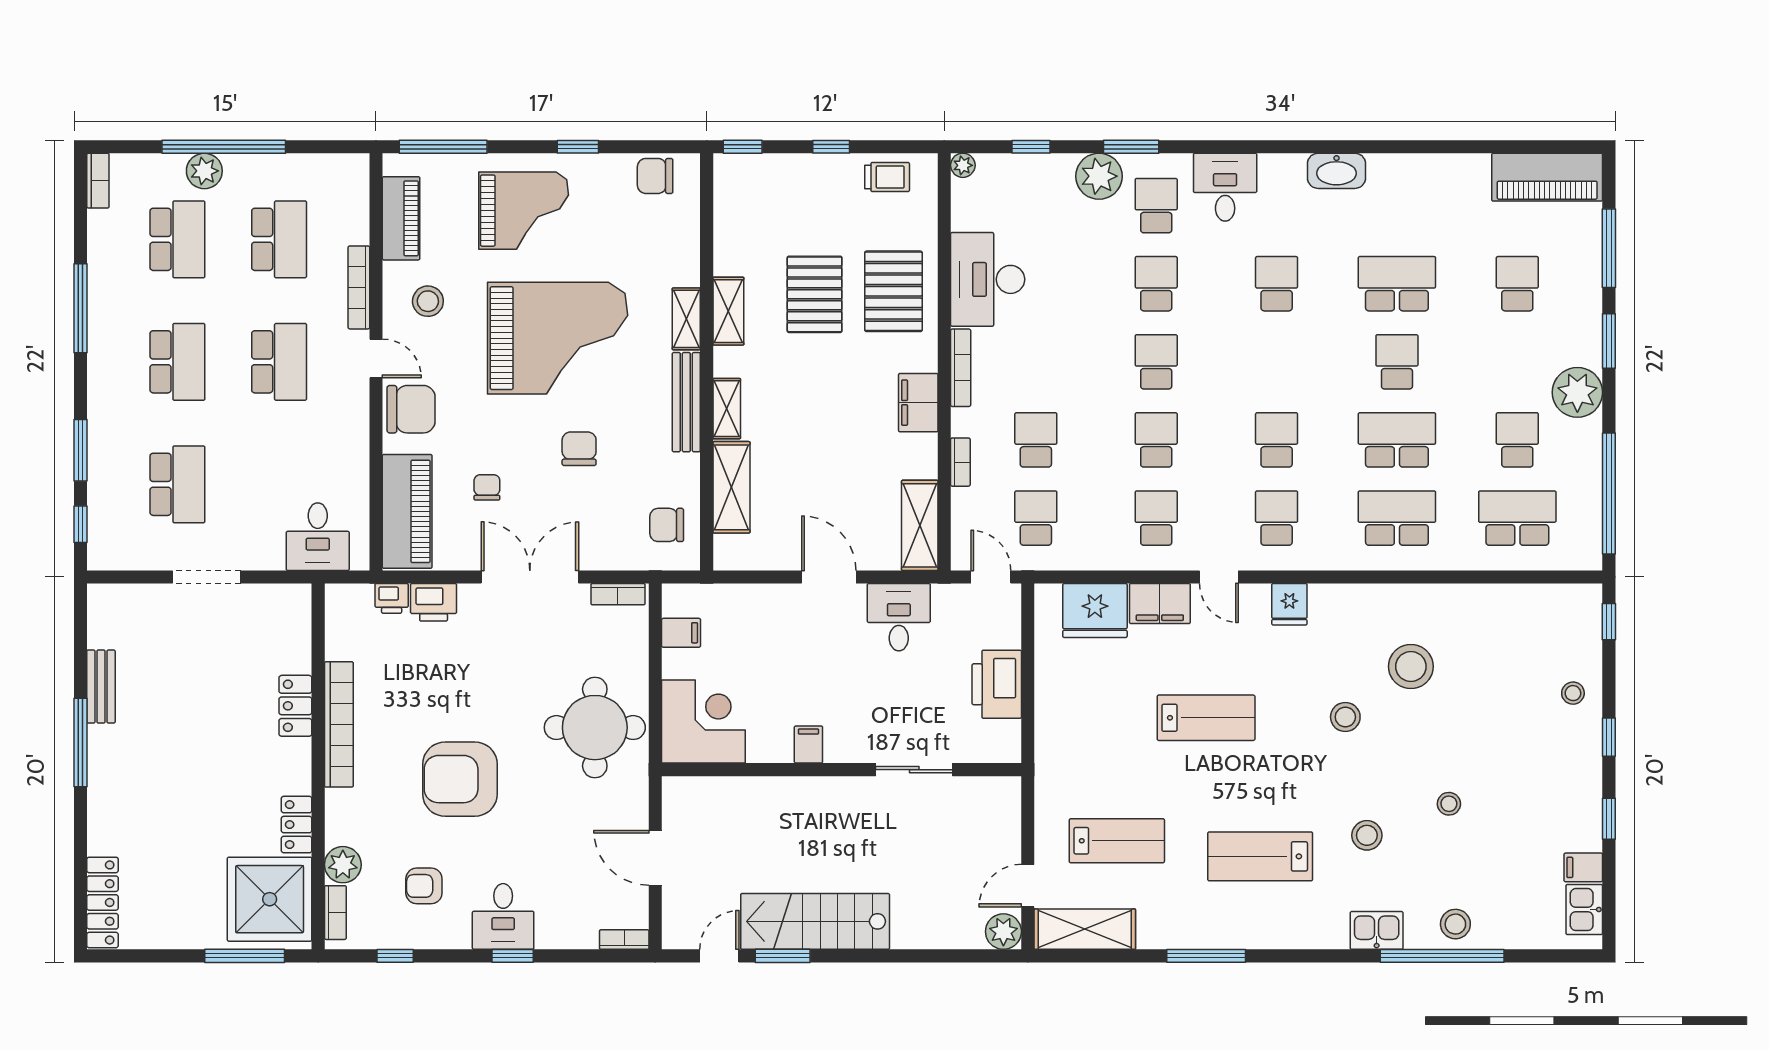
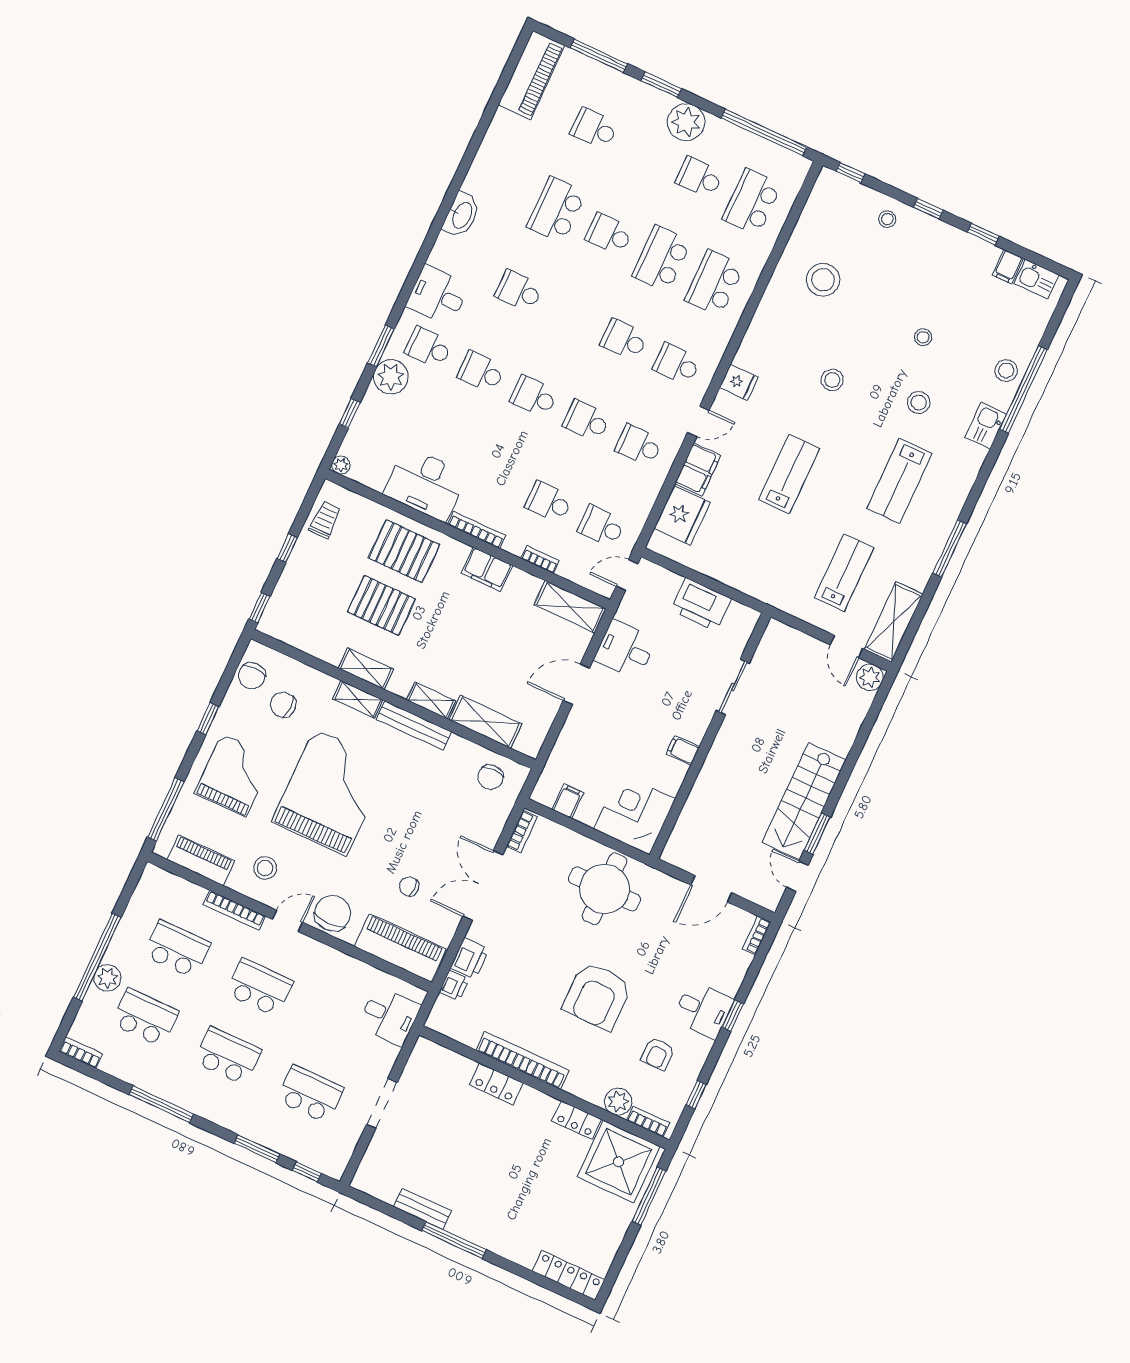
chair: (579, 449) -> (283, 705), moved
stool: (1411, 666) -> (823, 280), moved

